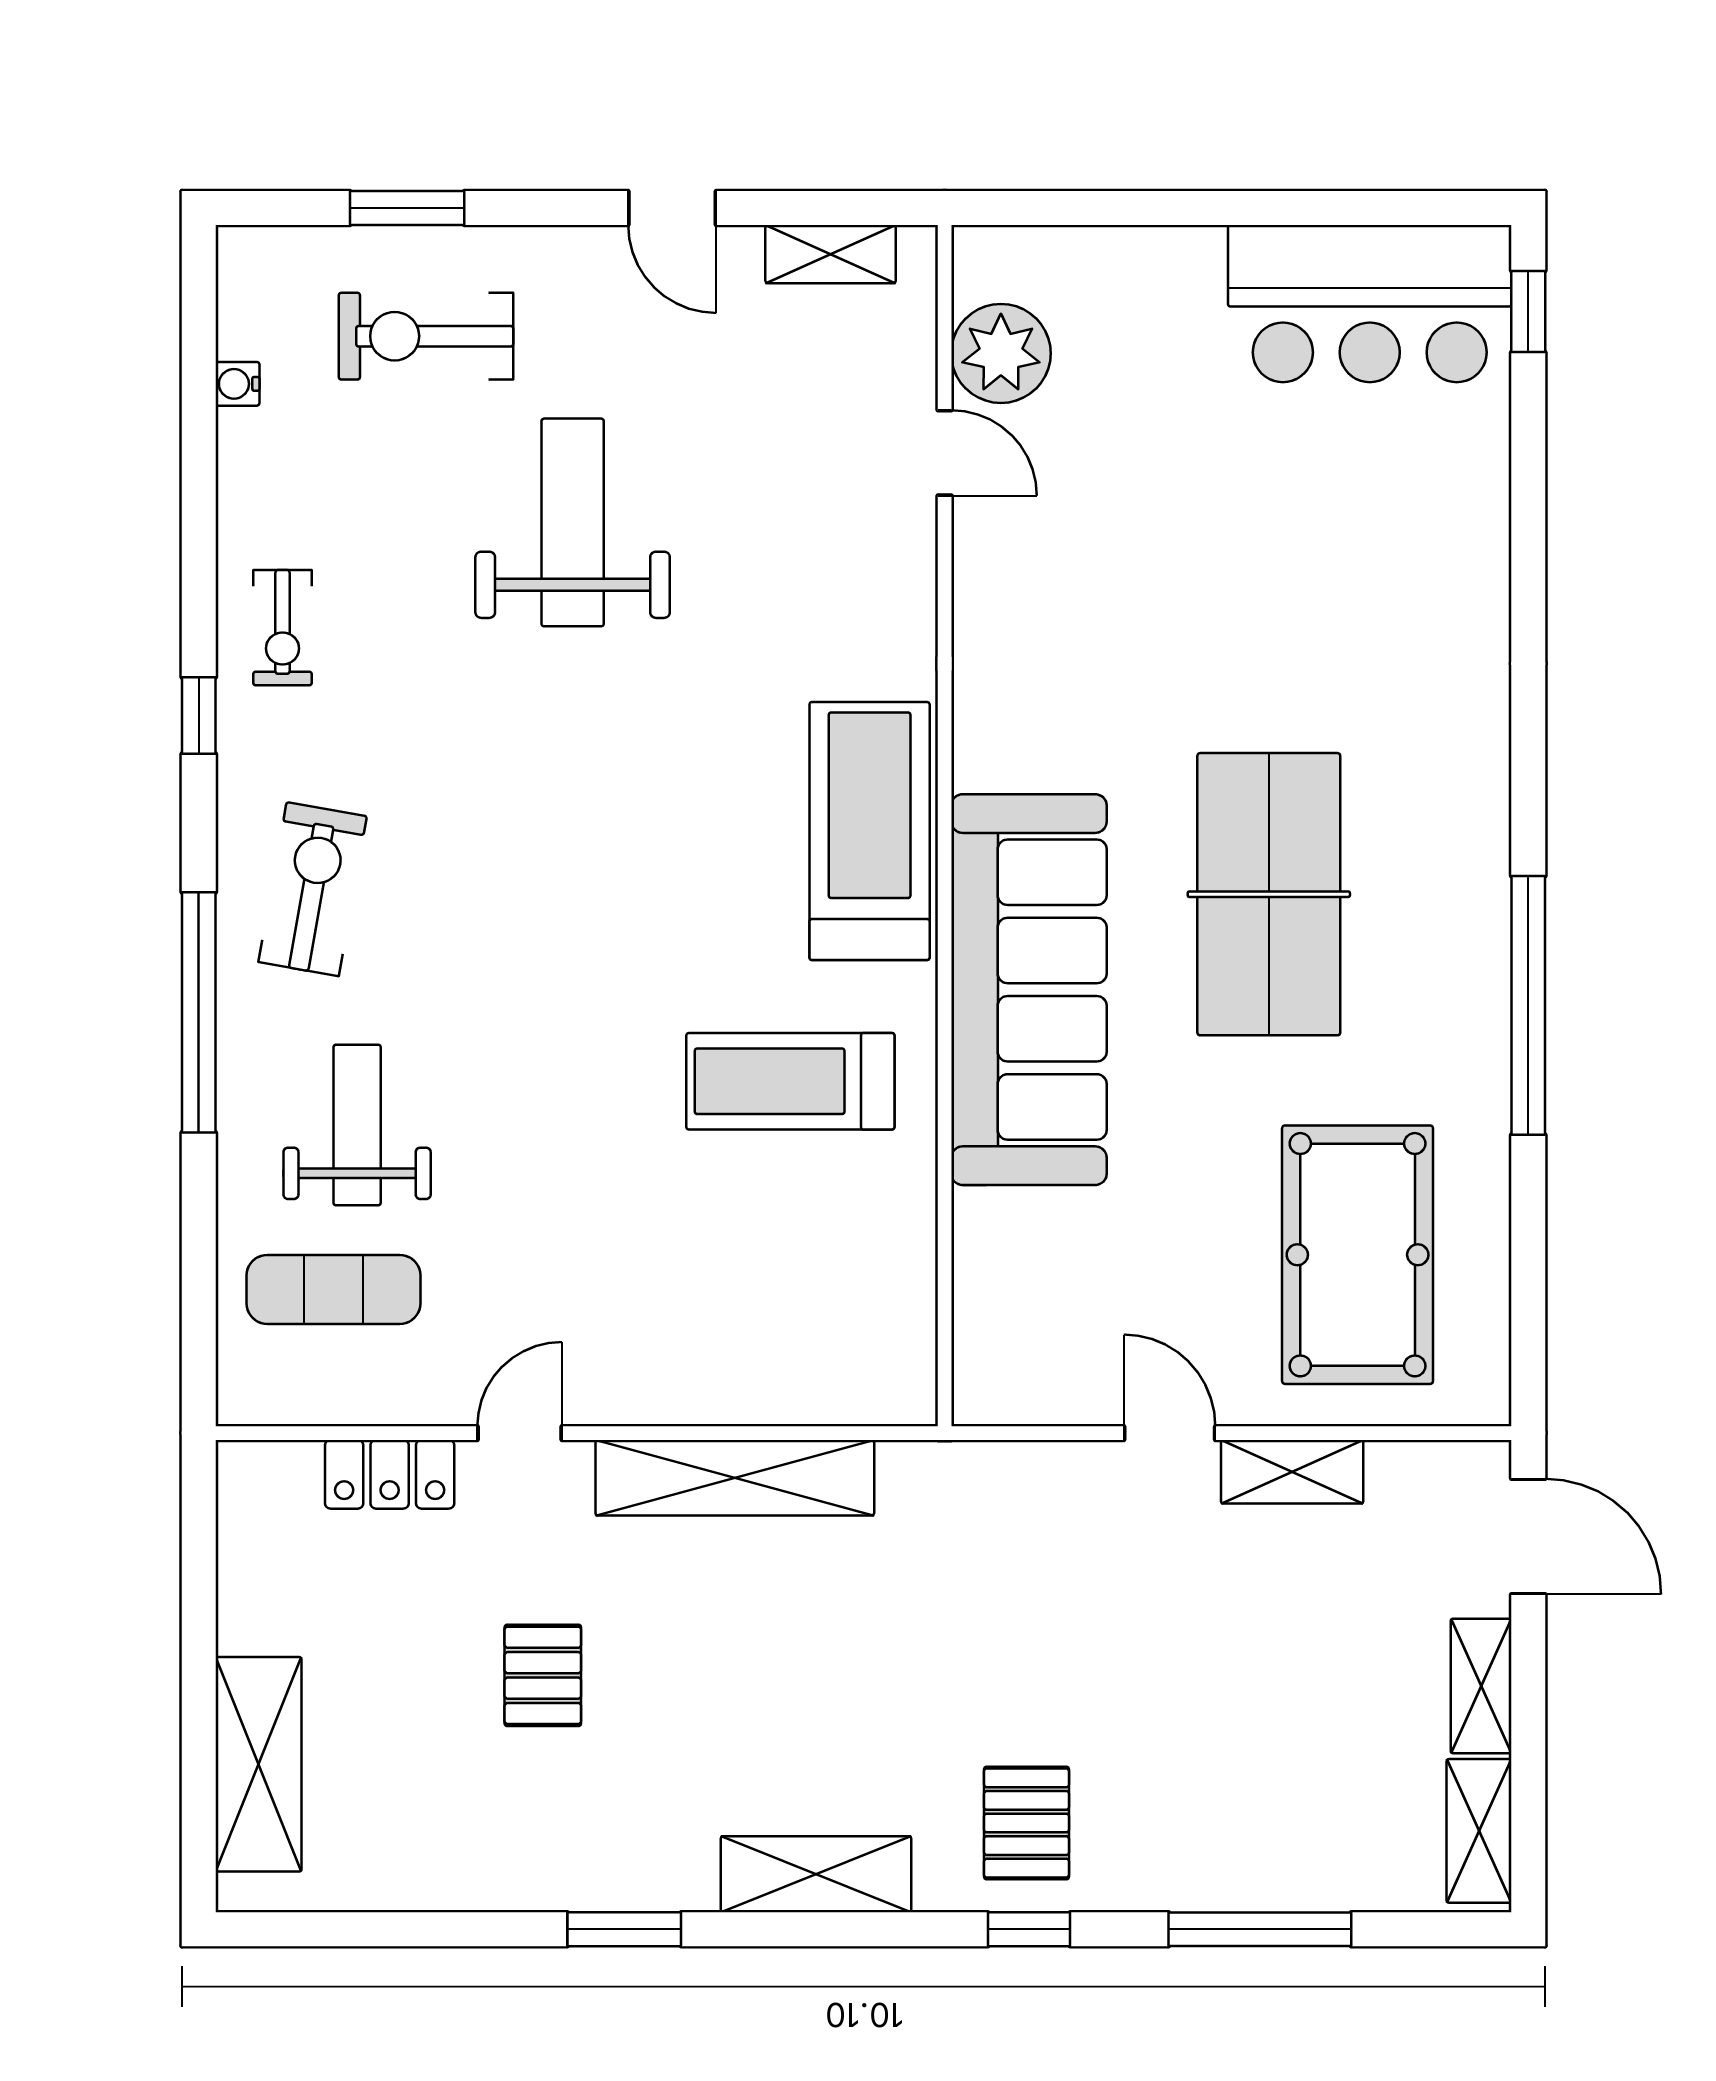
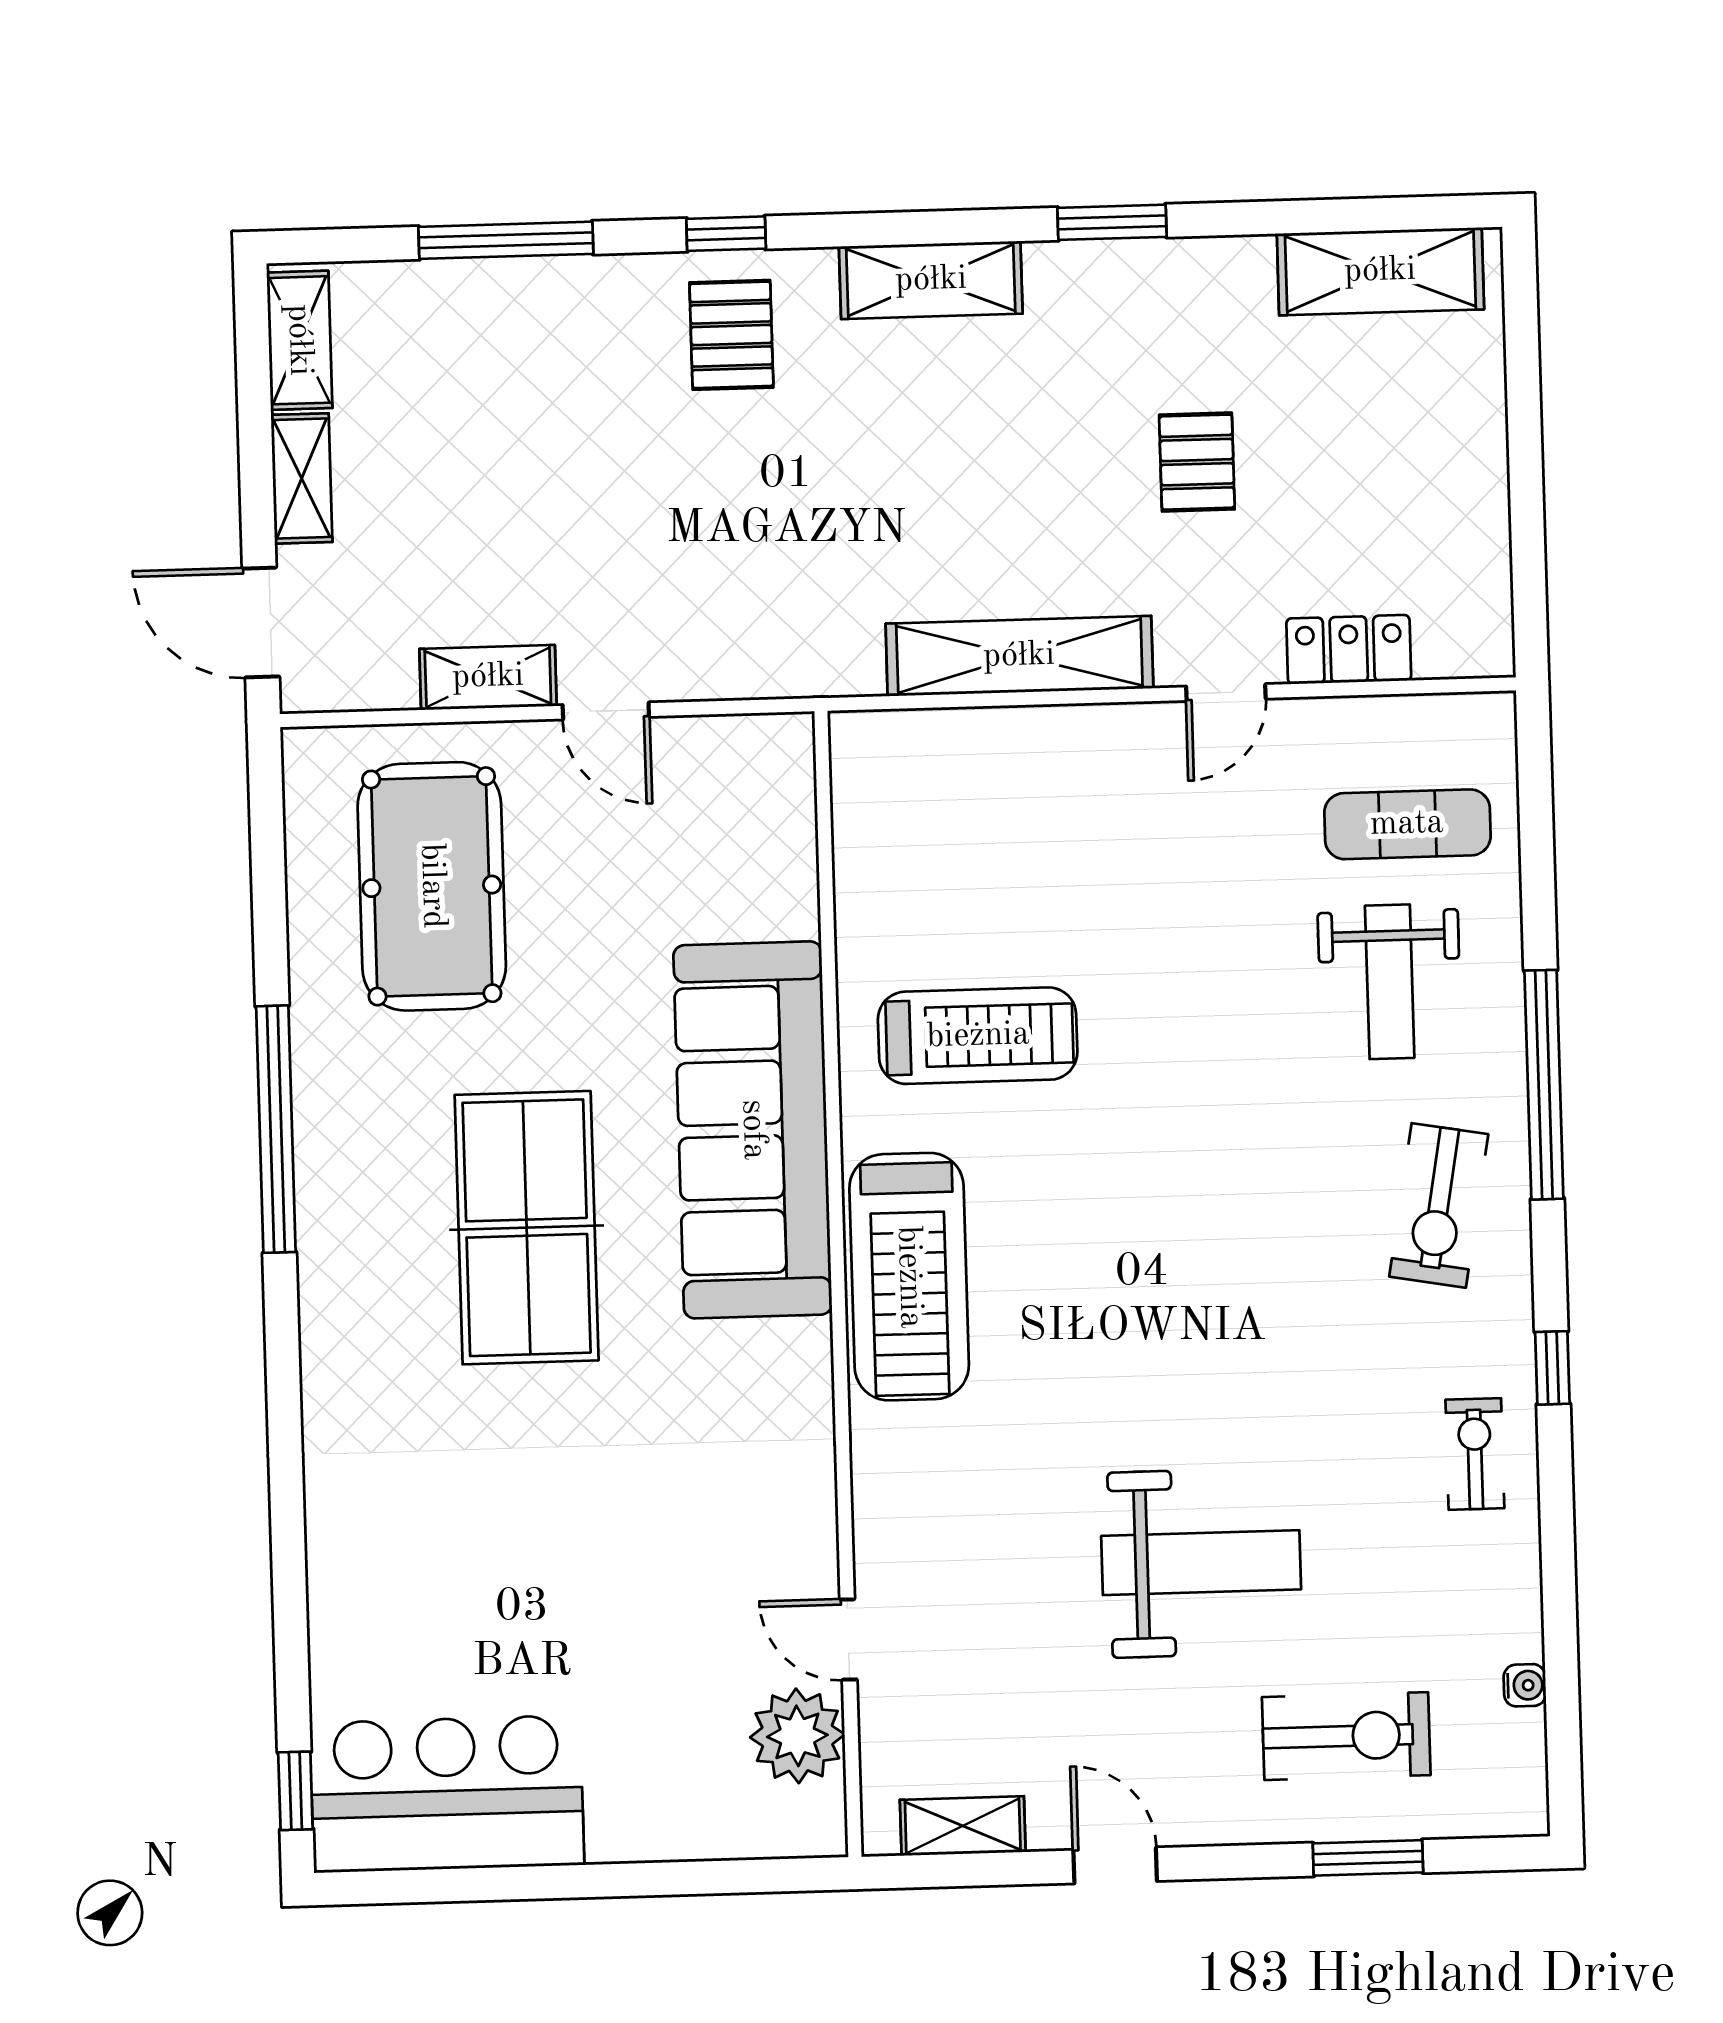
weight bench: (573, 522) -> (1201, 1563), turned -90
shelving: (258, 1764) -> (1380, 271), moved, turned 90

